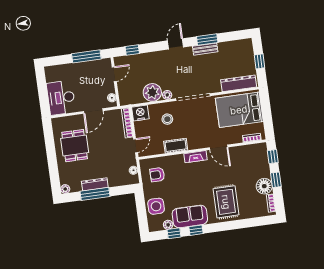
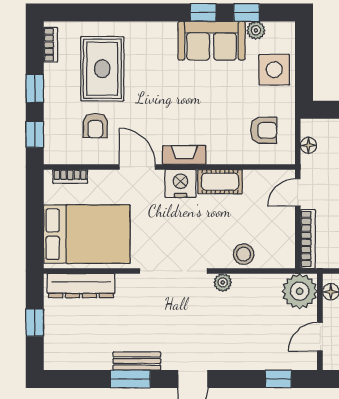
plant: (152, 92) -> (300, 291), moved
nightstand: (140, 113) -> (181, 183), moved, turned 180
stool: (167, 119) -> (244, 254), moved
armchair: (243, 165) -> (95, 126), added
floor lamp: (264, 186) -> (59, 79), removed
rug: (226, 202) -> (102, 69), moved

